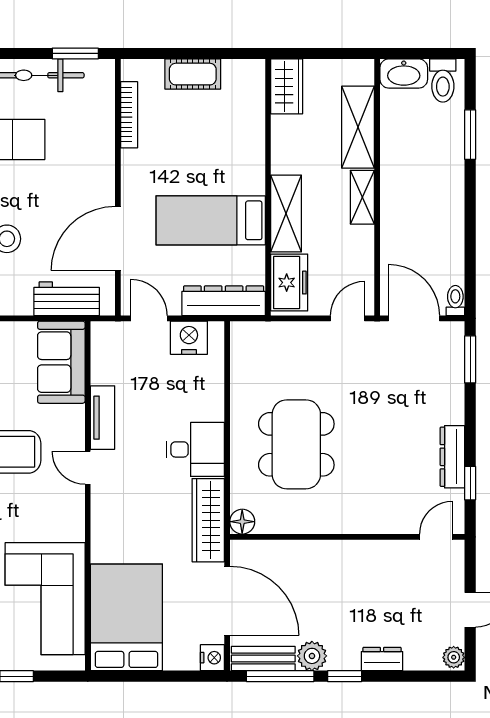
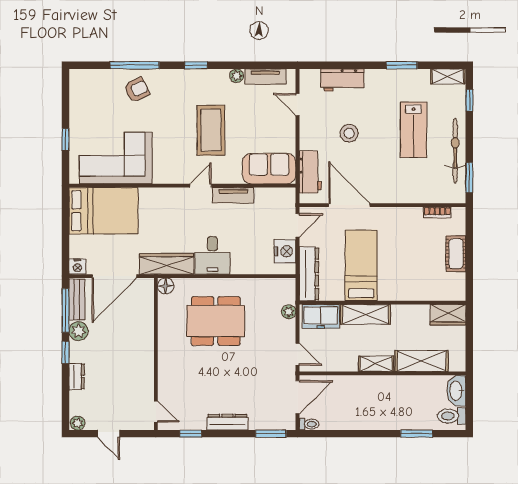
bookcase: (129, 115) -> (437, 212), width x0.64
plant: (282, 332) -> (289, 312), added
dresser: (452, 457) -> (227, 422), moved

